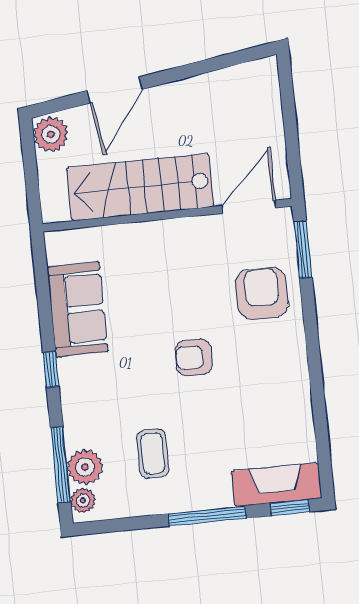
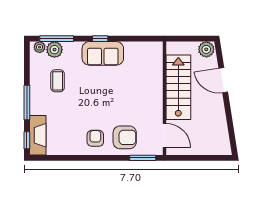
sofa: (77, 309) -> (103, 53), moved
armchair: (194, 357) -> (95, 138), moved
coffee table: (153, 453) -> (58, 81), turned 90

